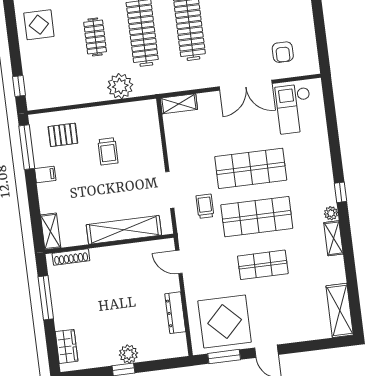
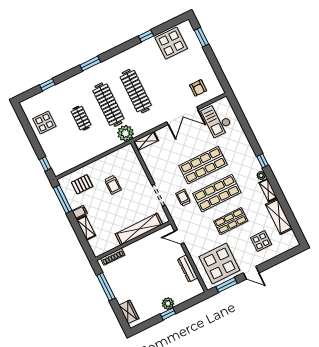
plant: (120, 86) -> (126, 133), moved
shelving: (51, 231) -> (86, 228), moved
display table: (297, 310) -> (261, 241), added
shelving: (340, 310) -> (279, 217), moved

